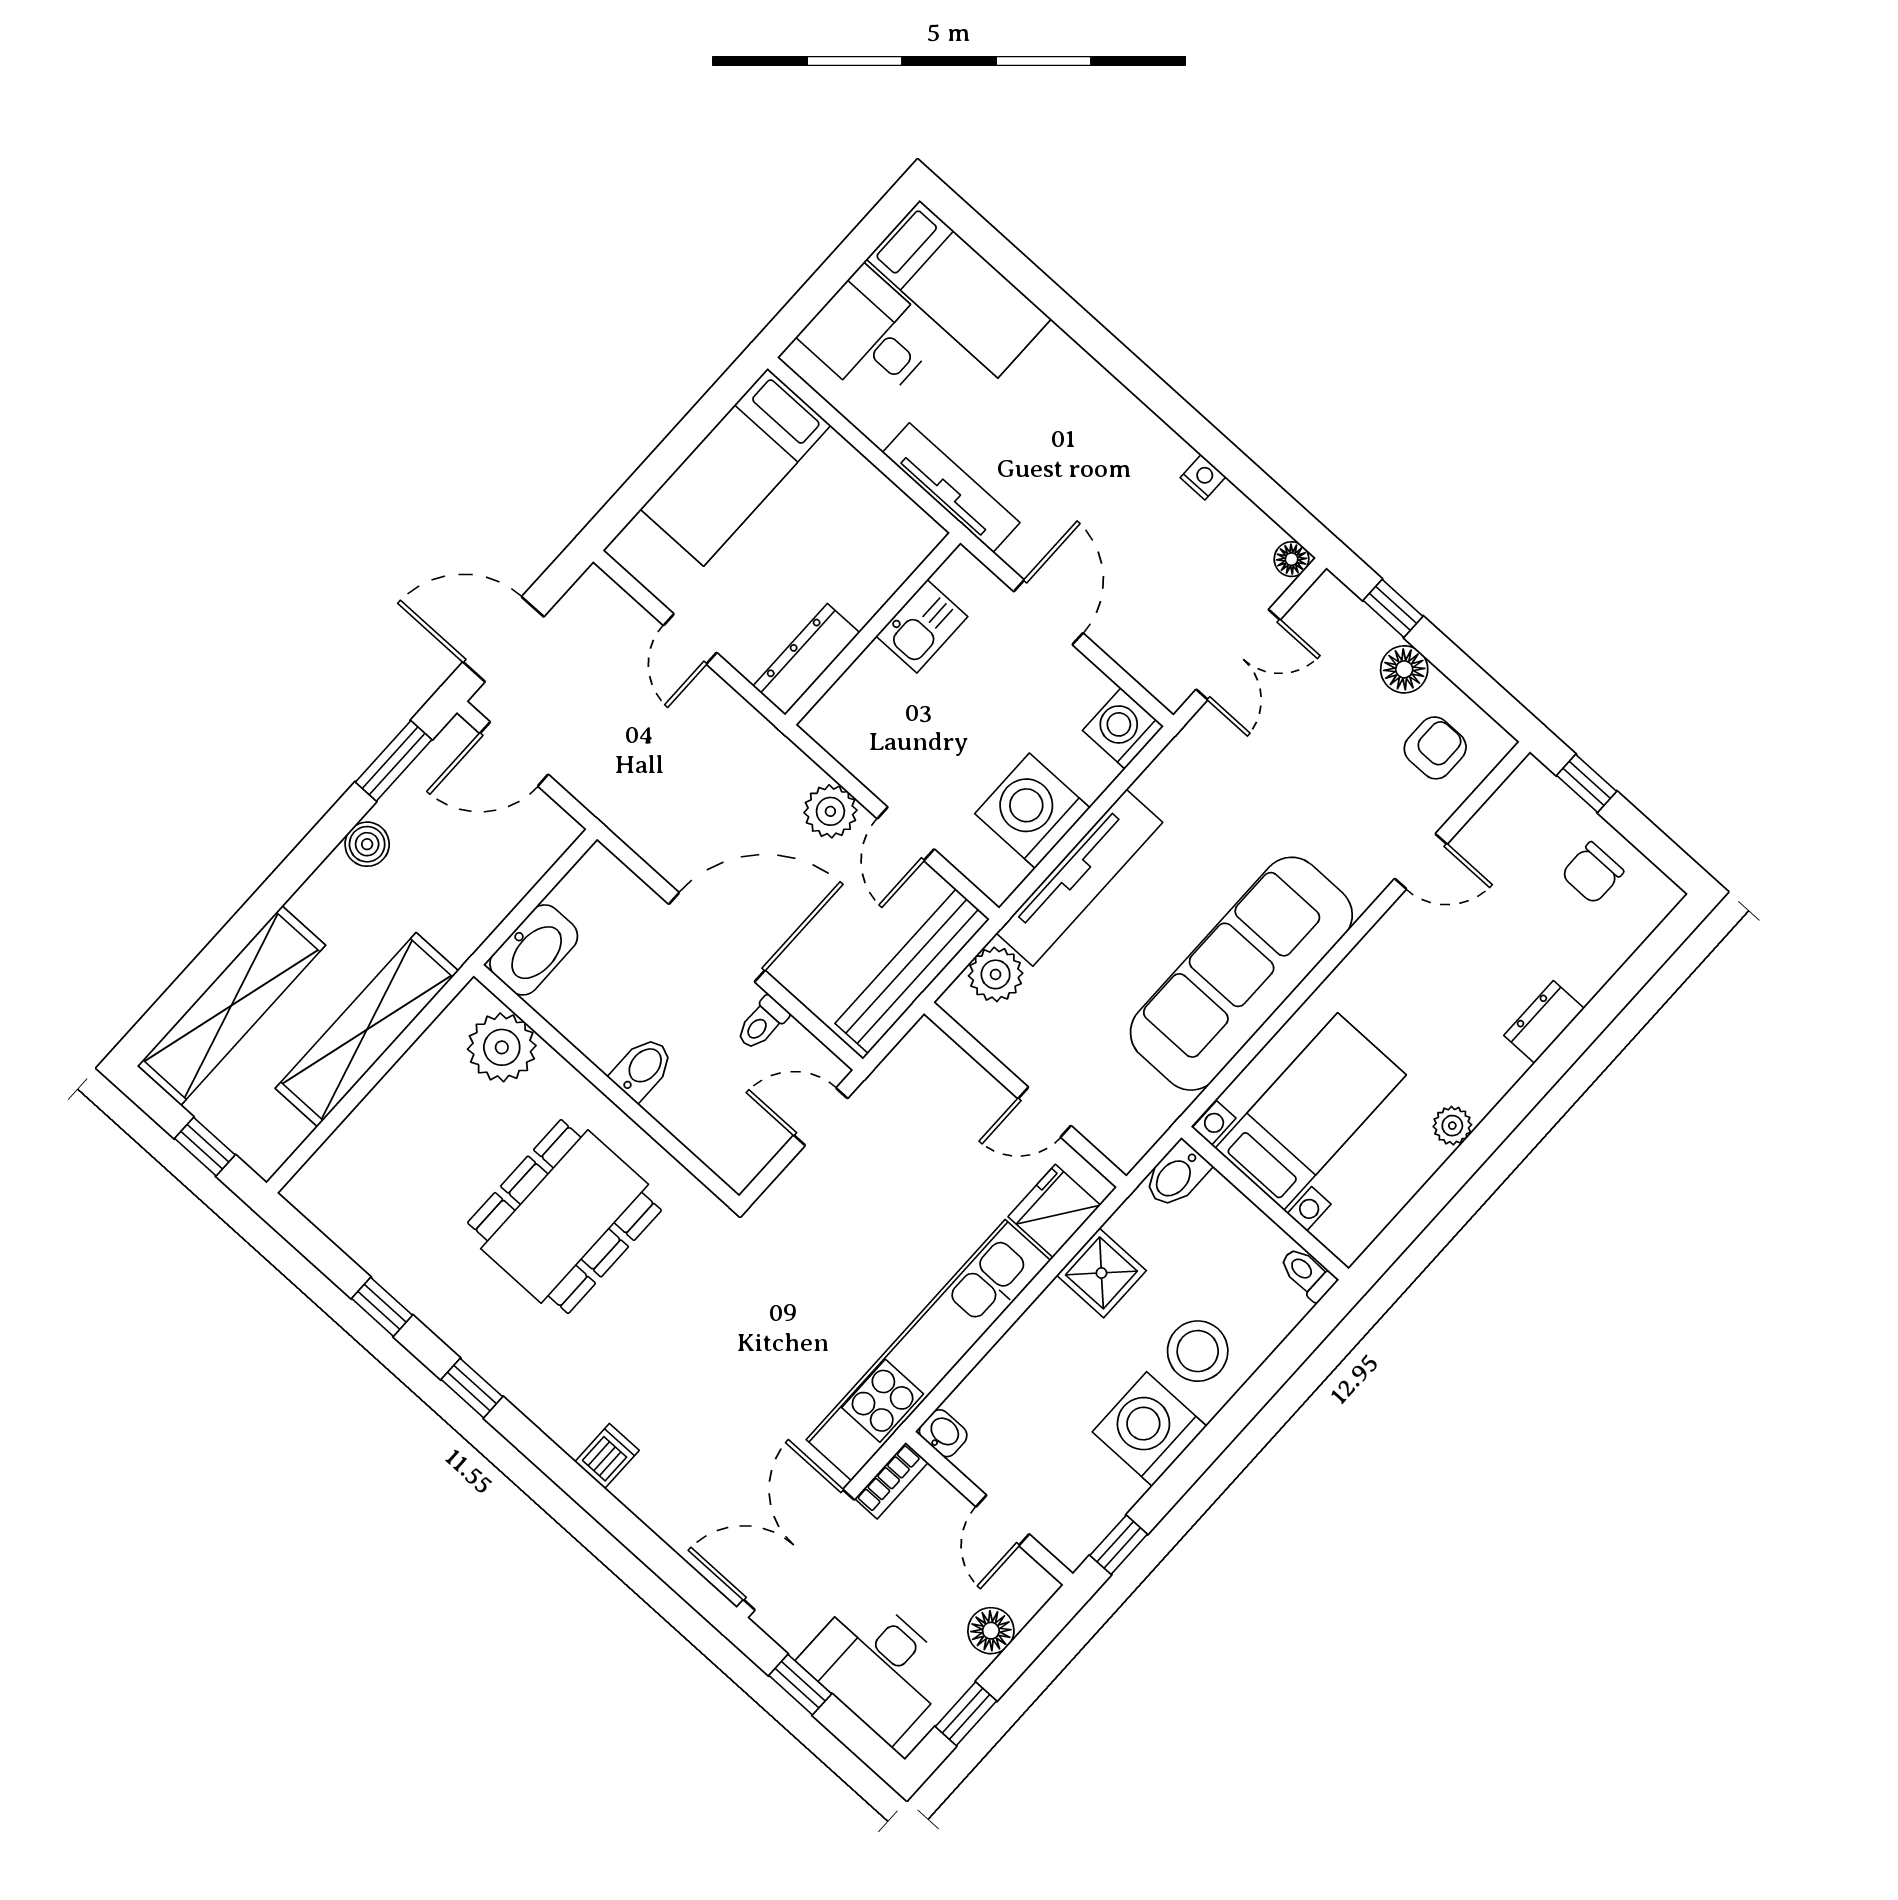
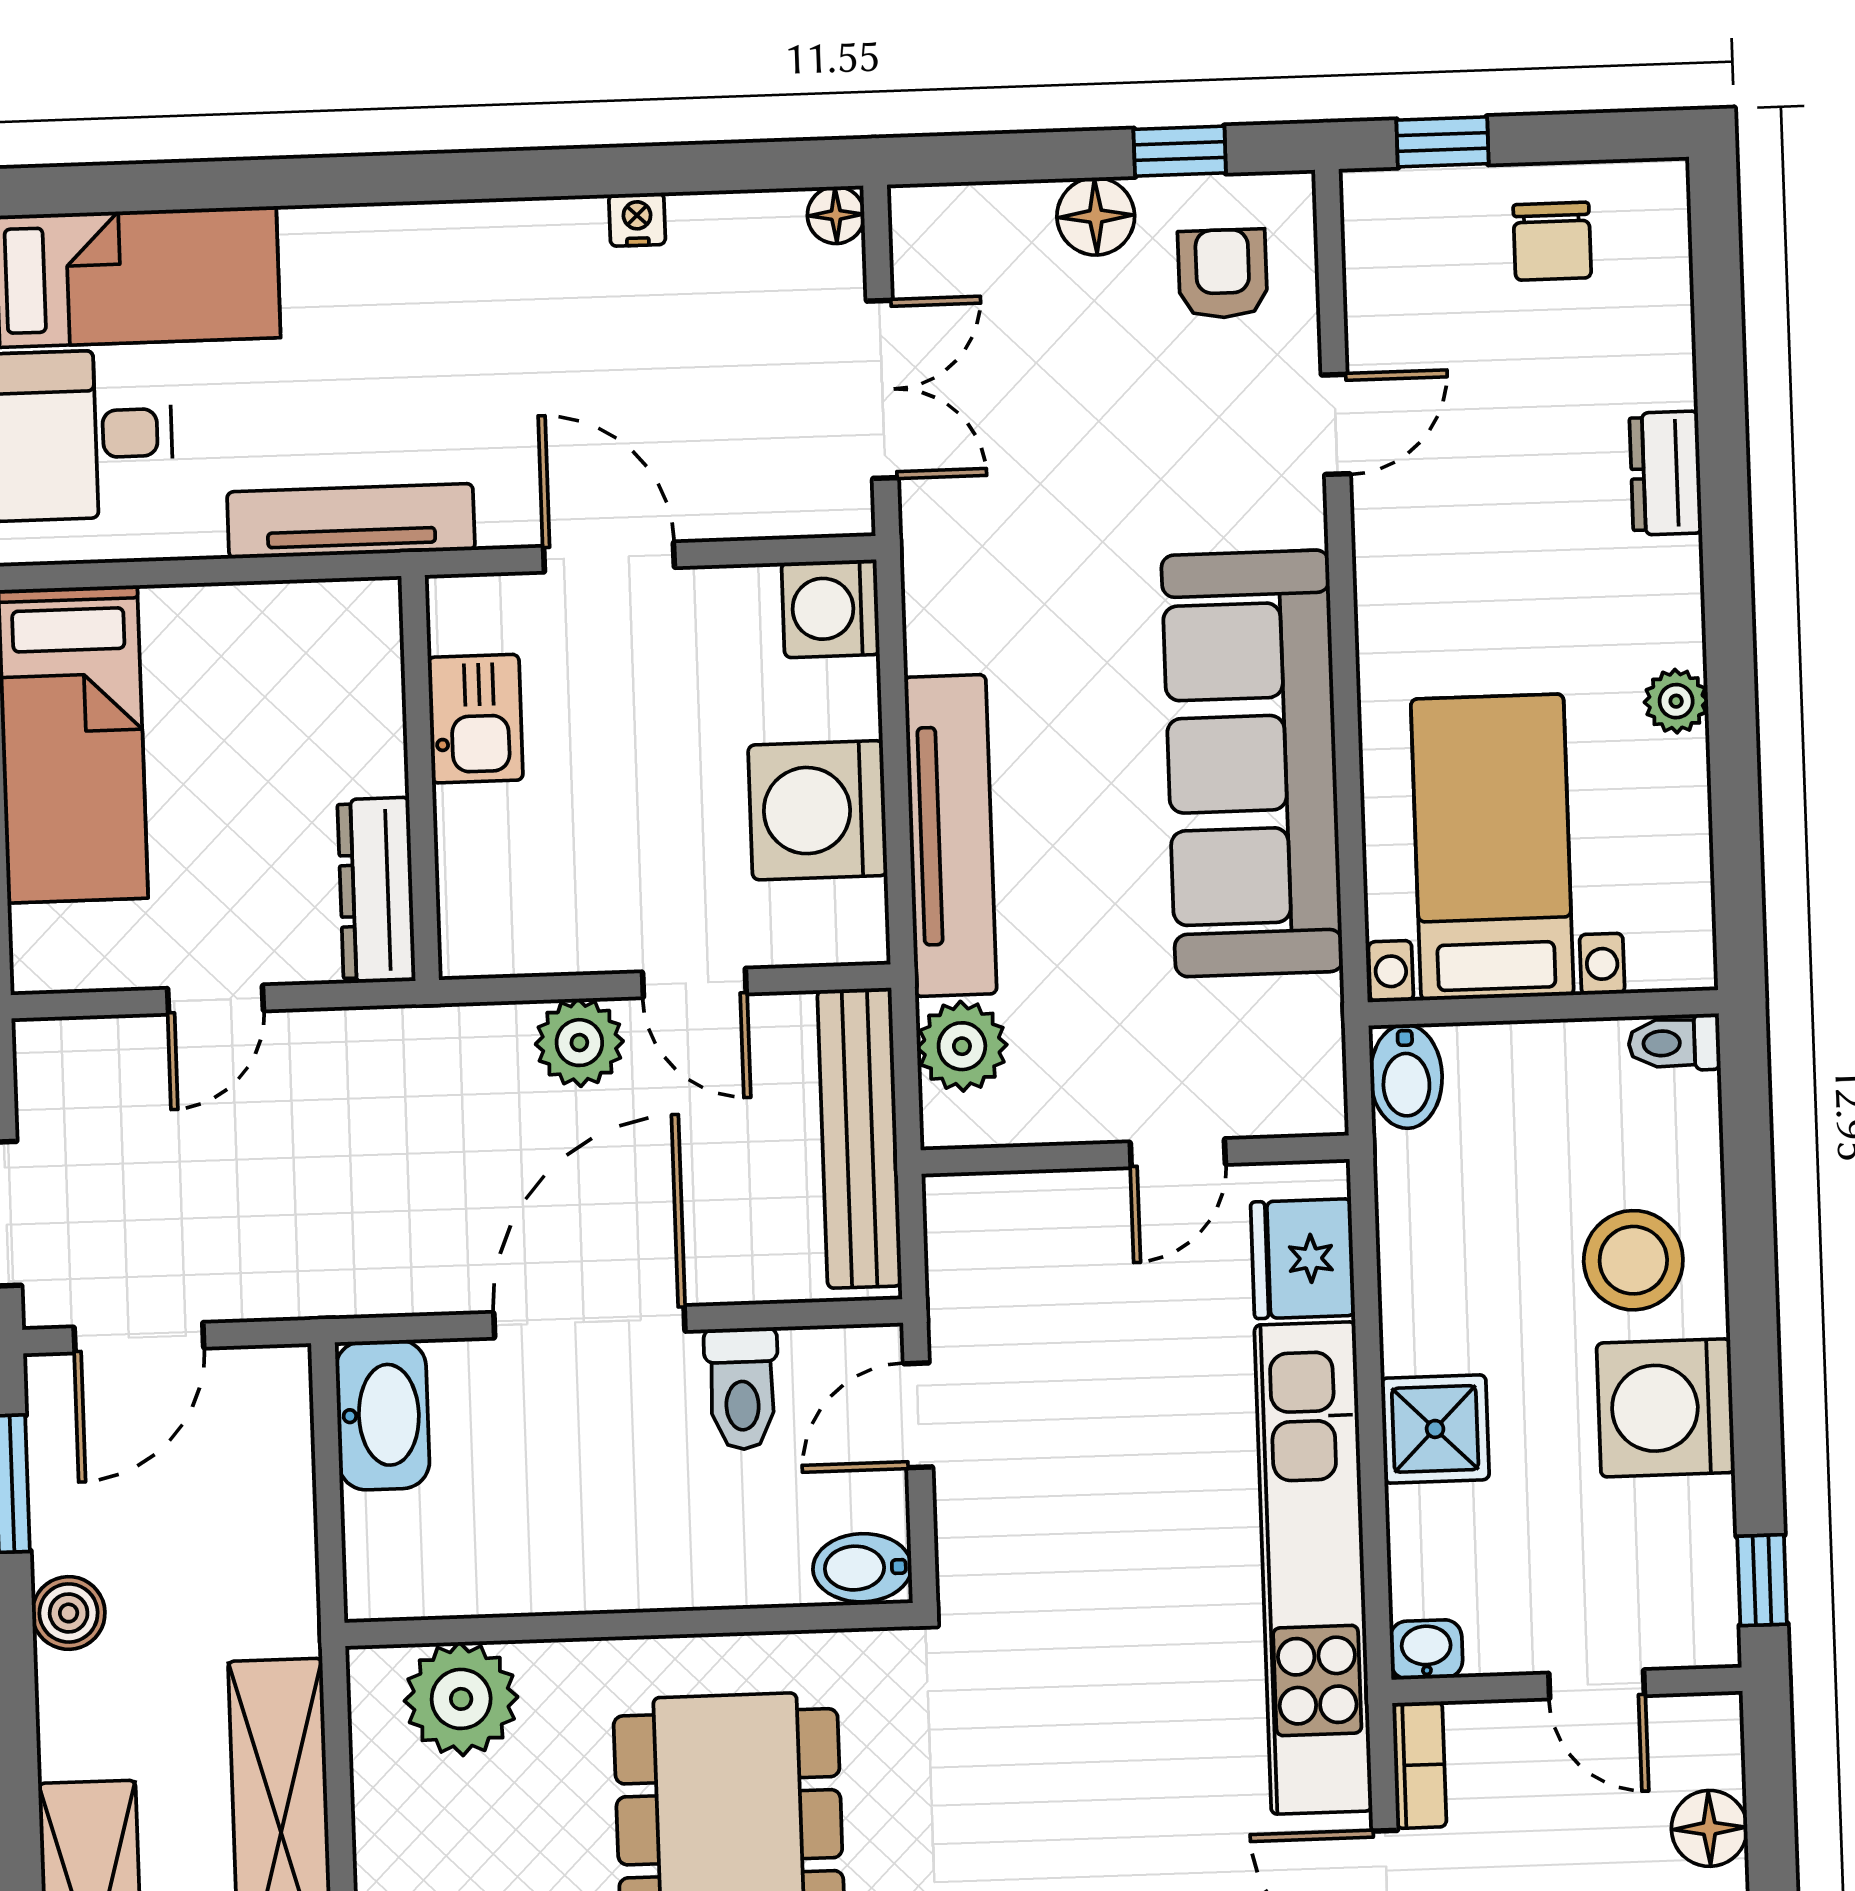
window: (1393, 608) -> (1180, 151), moved
door: (690, 639) -> (215, 1000), hinge flipped
washbasin: (534, 950) -> (383, 1415), moved
toilet: (762, 1023) -> (742, 1389), width x1.37, depth x1.39
bidet: (642, 1068) -> (862, 1568), moved, turned -90
shower: (1101, 1273) -> (1435, 1429), moved

